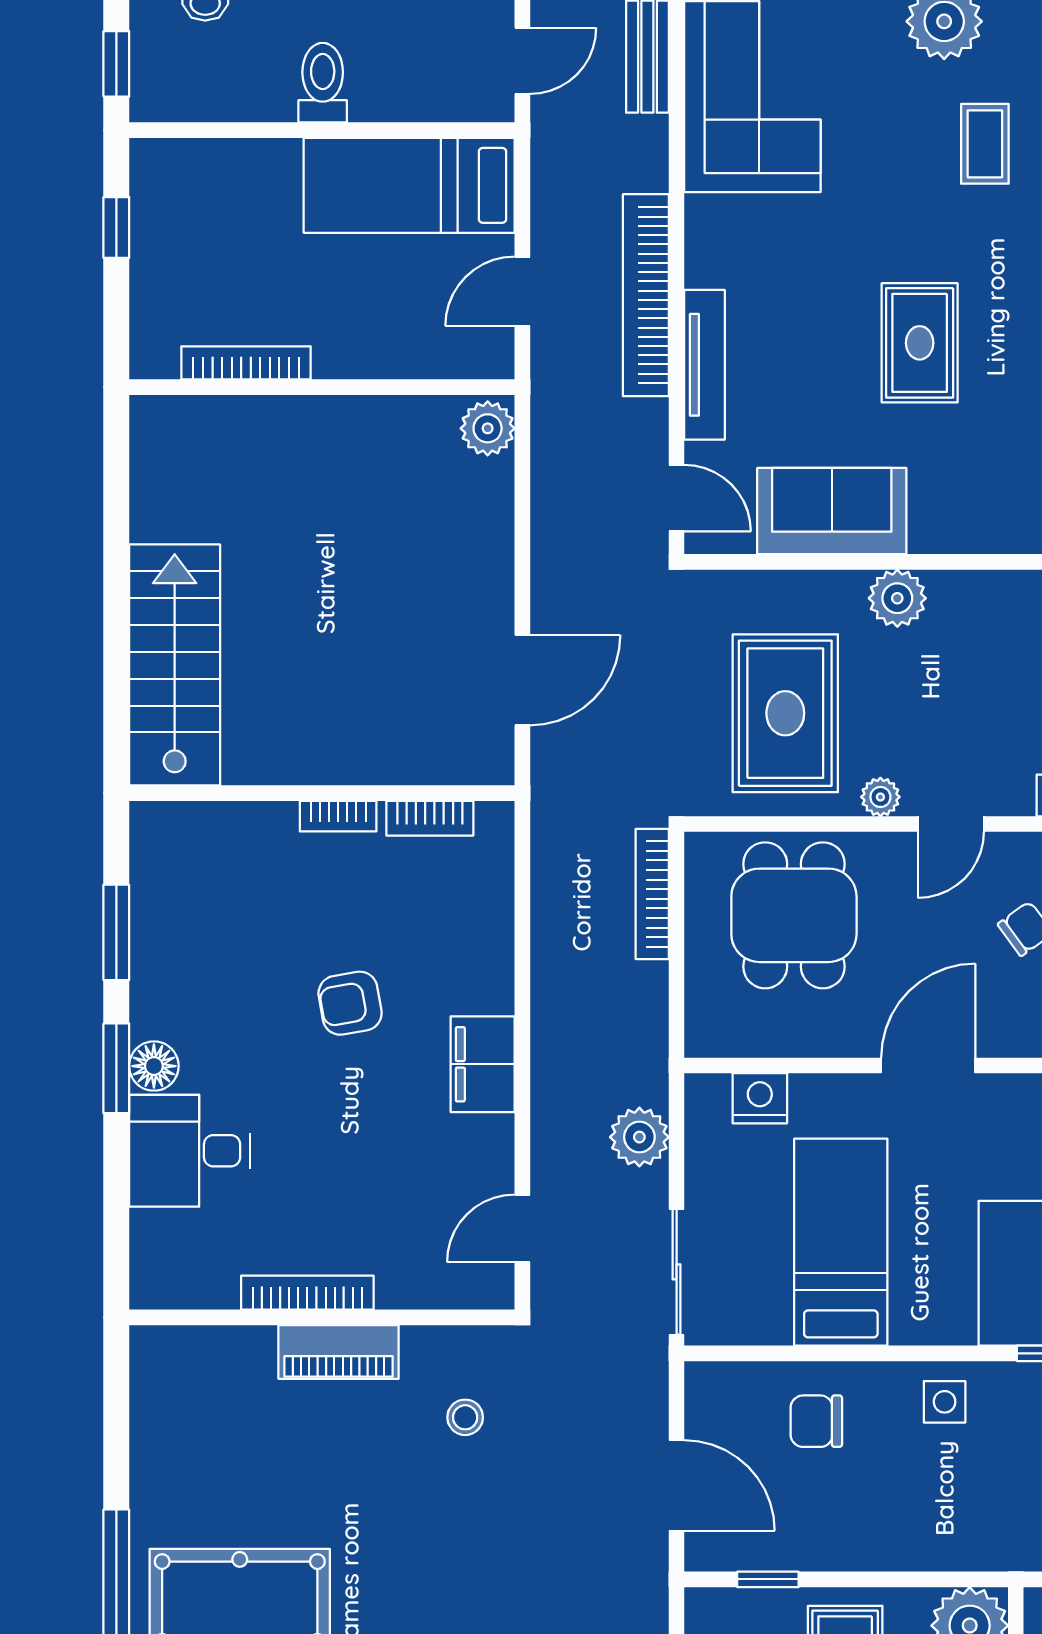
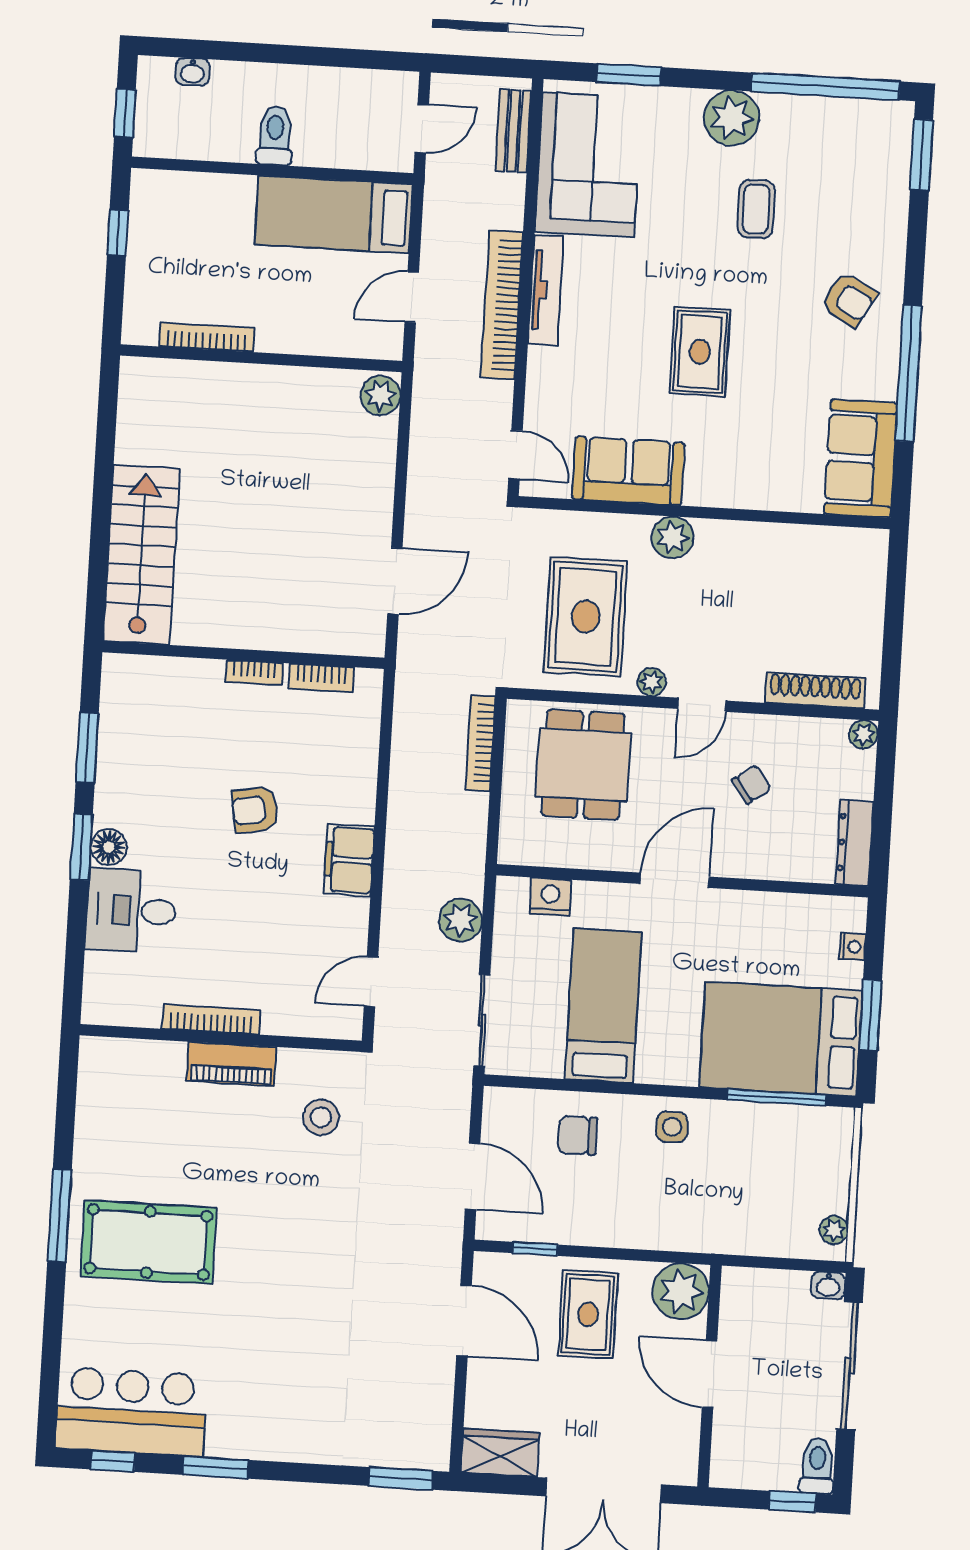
tv unit: (705, 365) -> (546, 290), moved
stool: (465, 1417) -> (321, 1117), width x1.37, depth x1.37

